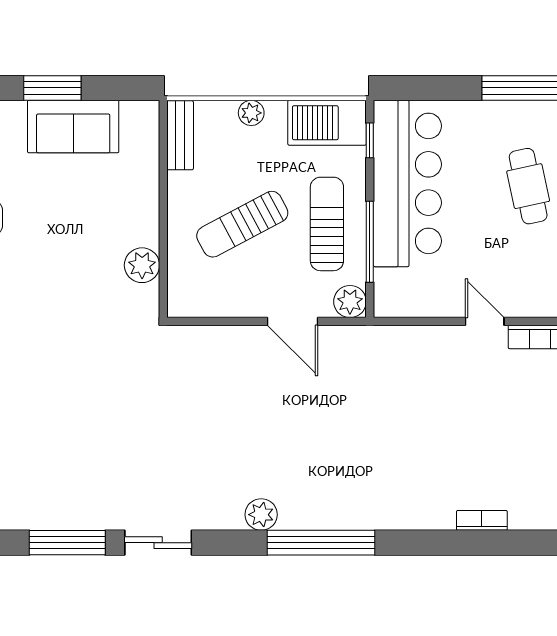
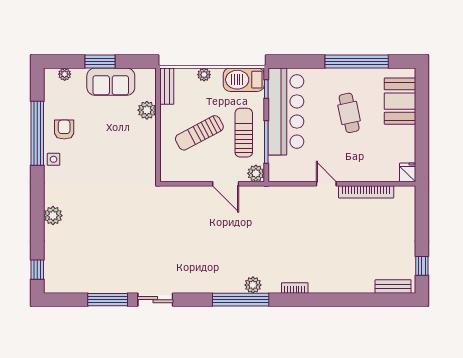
plant: (142, 265) -> (147, 110), moved
plant: (261, 515) -> (253, 285), moved
bookcase: (482, 520) -> (295, 288), moved

